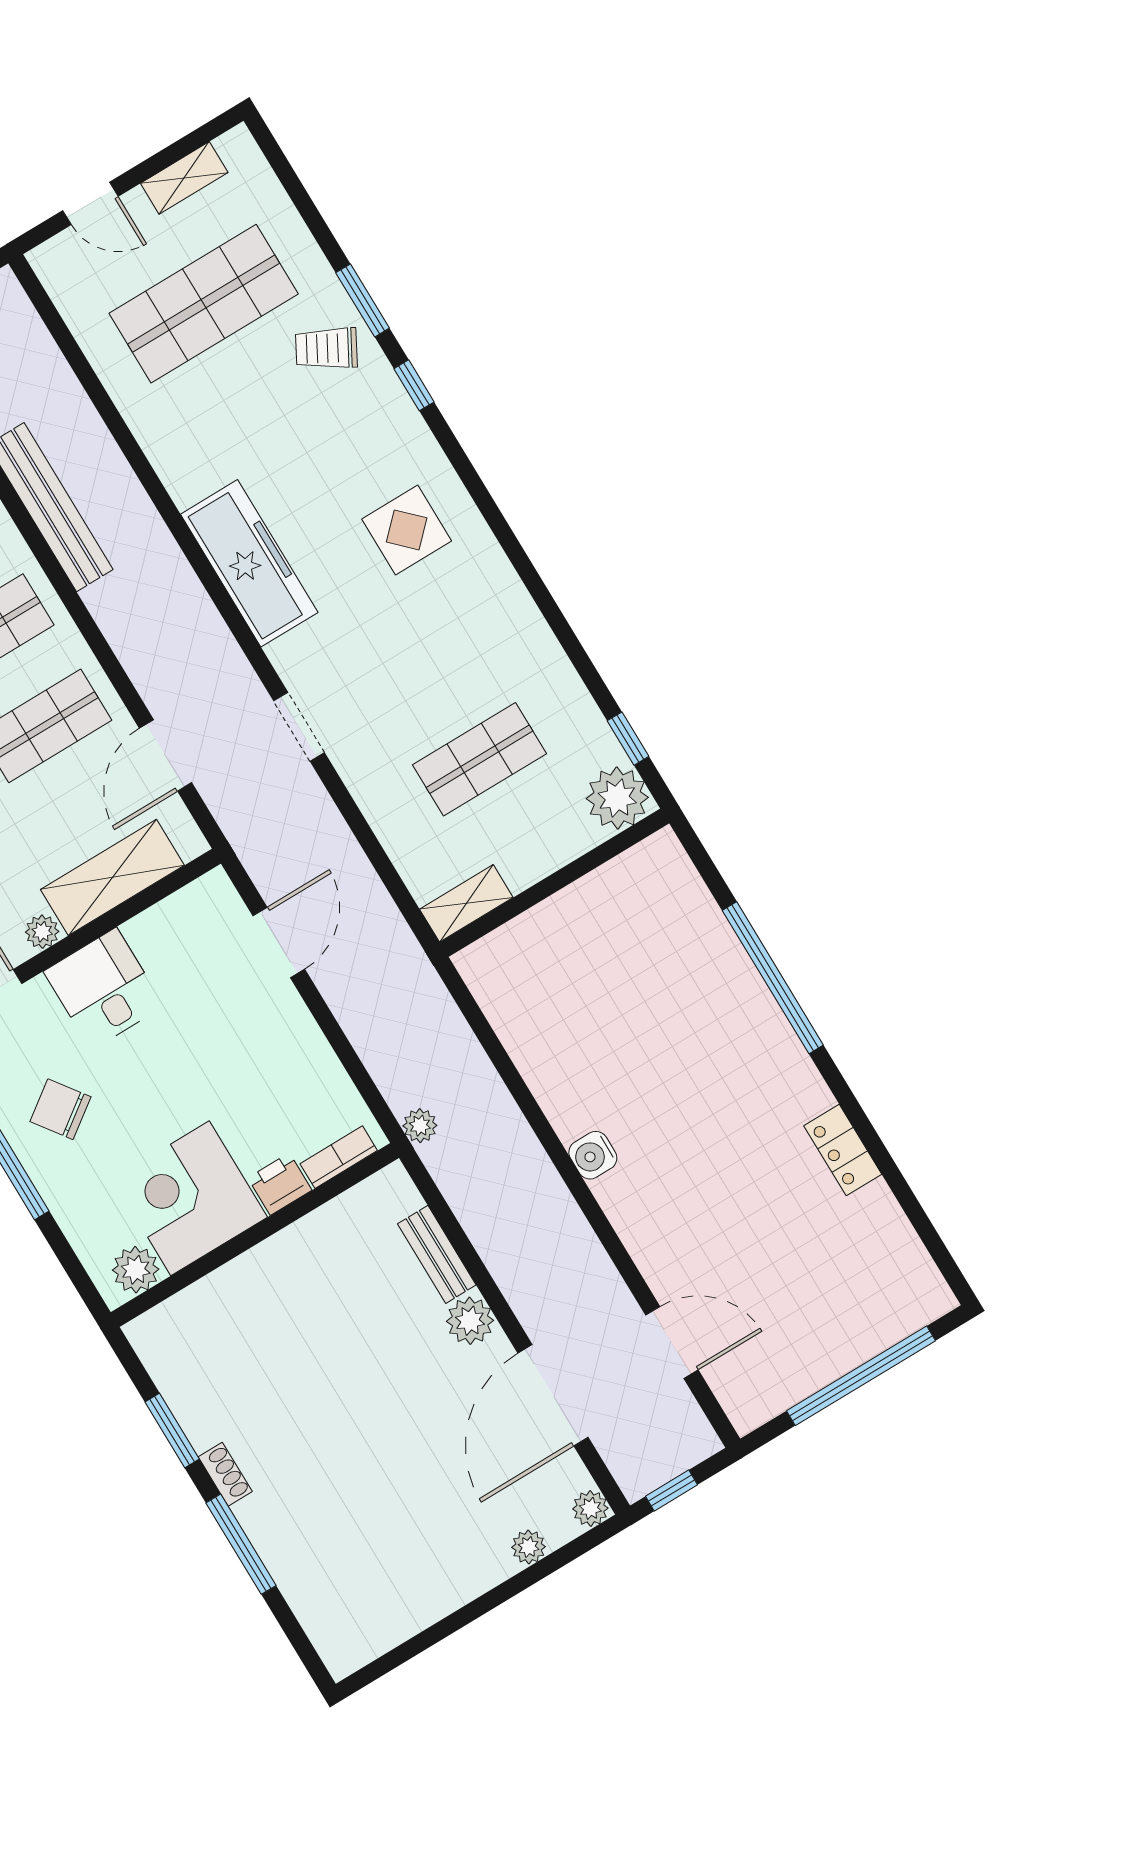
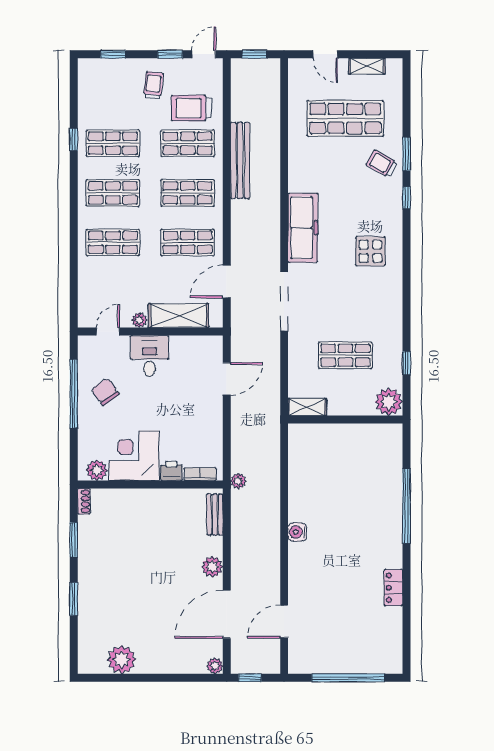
doorway: (299, 727) -> (284, 301), width x1.88
window: (628, 739) -> (406, 363), moved
bench: (437, 1254) -> (215, 515), moved
door: (672, 1342) -> (284, 621), swing flipped
shoe rack: (225, 1474) -> (84, 501), moved
window: (241, 1544) -> (74, 599), width x0.69
plant: (529, 1547) -> (122, 660), moved, width x1.87, depth x1.87

